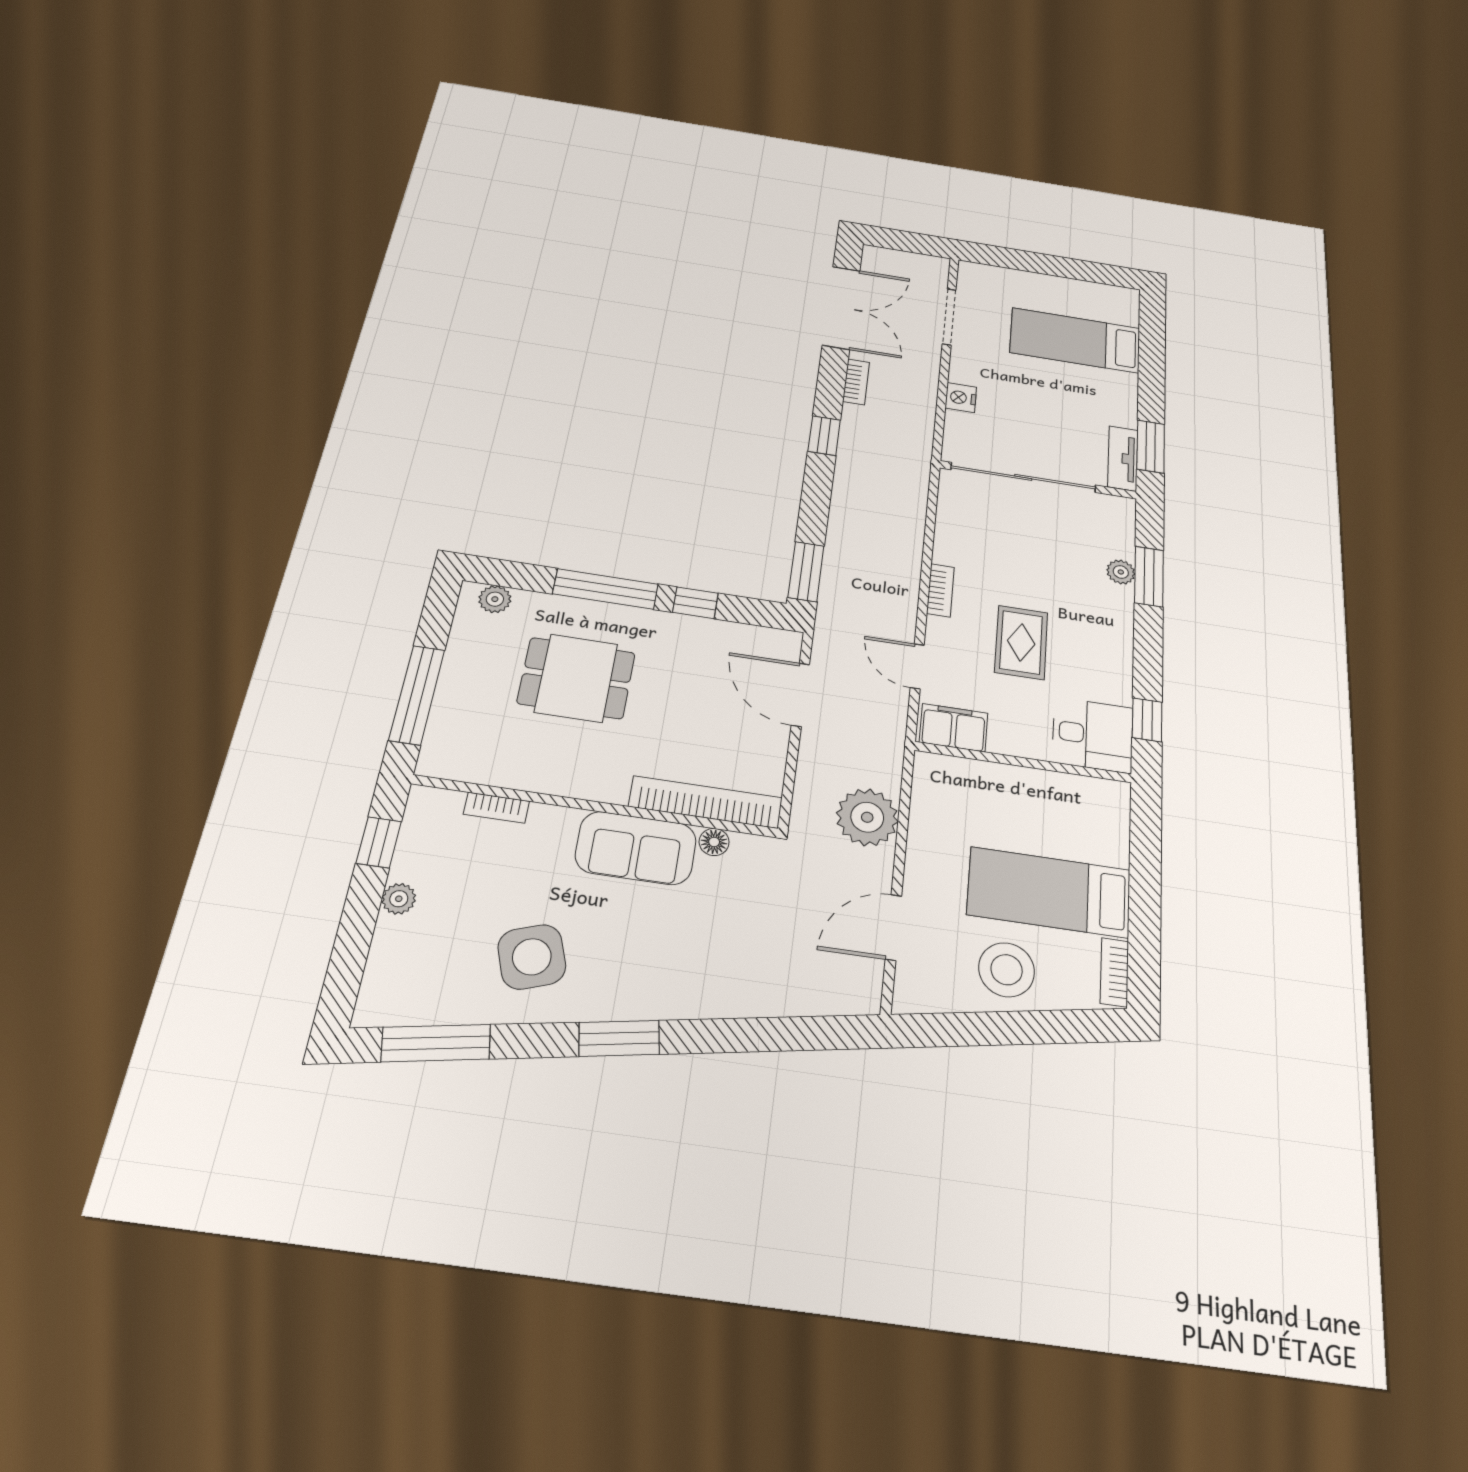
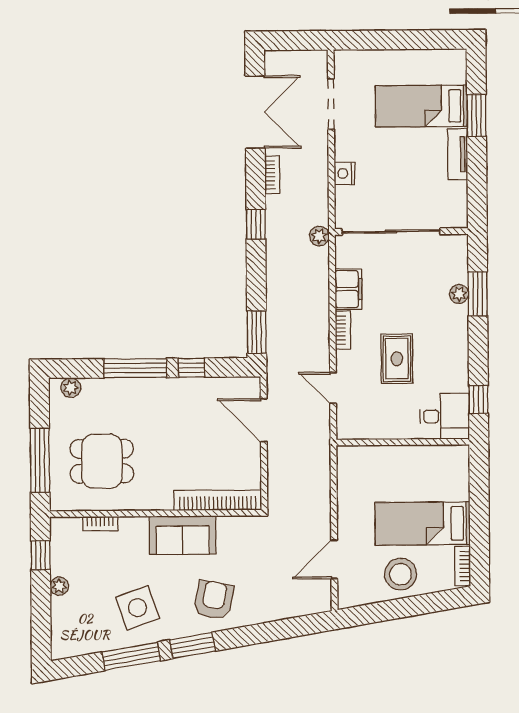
window: (1151, 447) -> (476, 115), moved
tv unit: (1123, 458) -> (458, 154), moved
dining table: (576, 678) -> (102, 461), moved
filing cabinet: (954, 728) -> (348, 289), moved, turned 90
plant: (867, 817) -> (319, 236), moved, width x0.53, depth x0.53
floor lamp: (714, 842) -> (226, 524), removed
armchair: (672, 964) -> (214, 600), added
window: (436, 1043) -> (131, 656), moved

